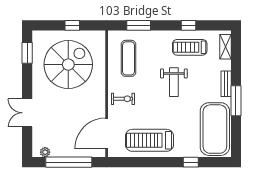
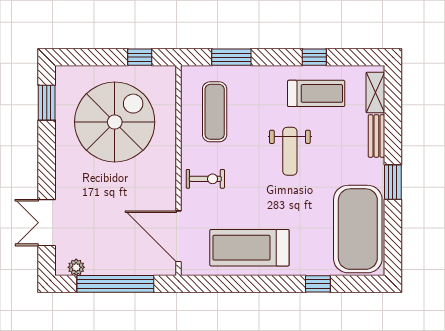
window: (72, 25) -> (140, 57), moved
treadmill: (190, 47) -> (316, 93), turned 180
bench: (226, 84) -> (376, 136), moved
window: (236, 101) -> (393, 182), width x0.69
double door: (27, 113) -> (47, 223), moved
door: (107, 133) -> (178, 236), hinge flipped

